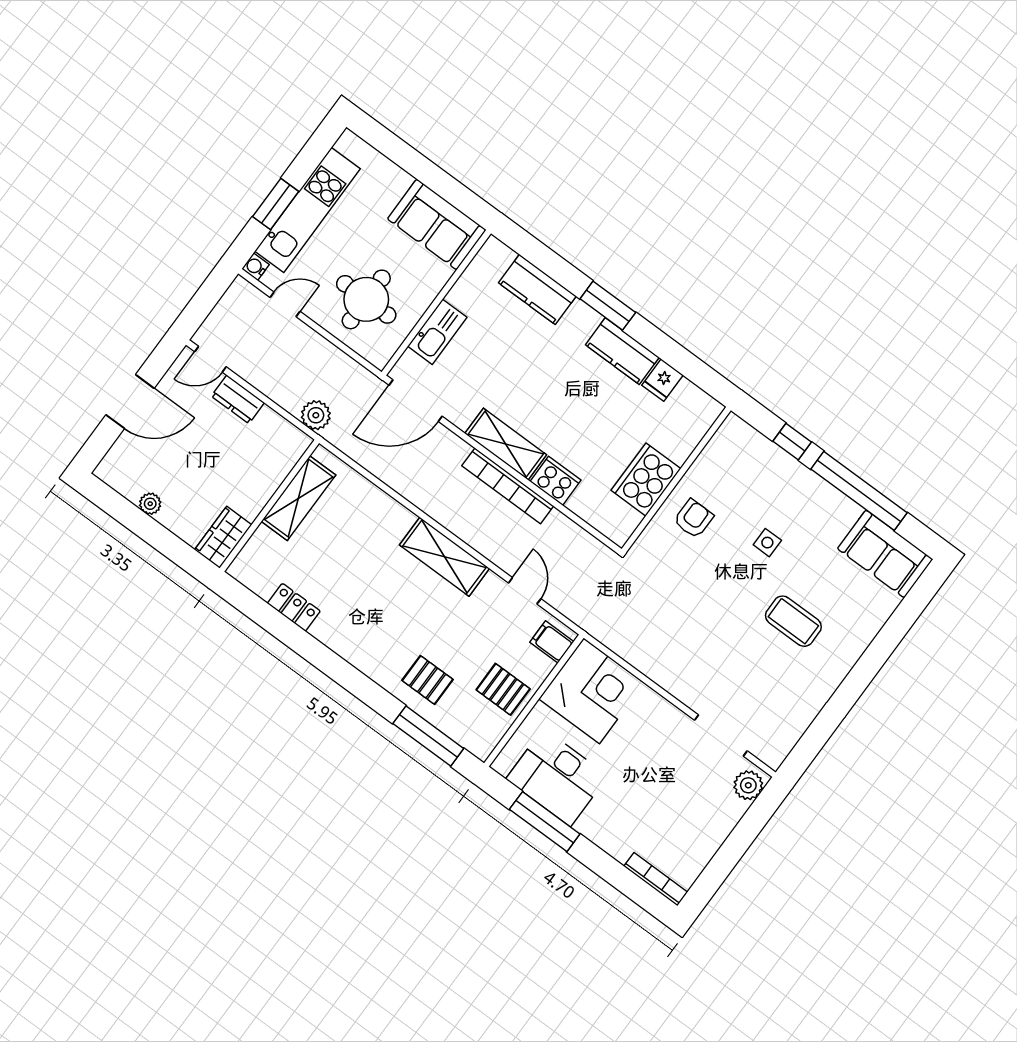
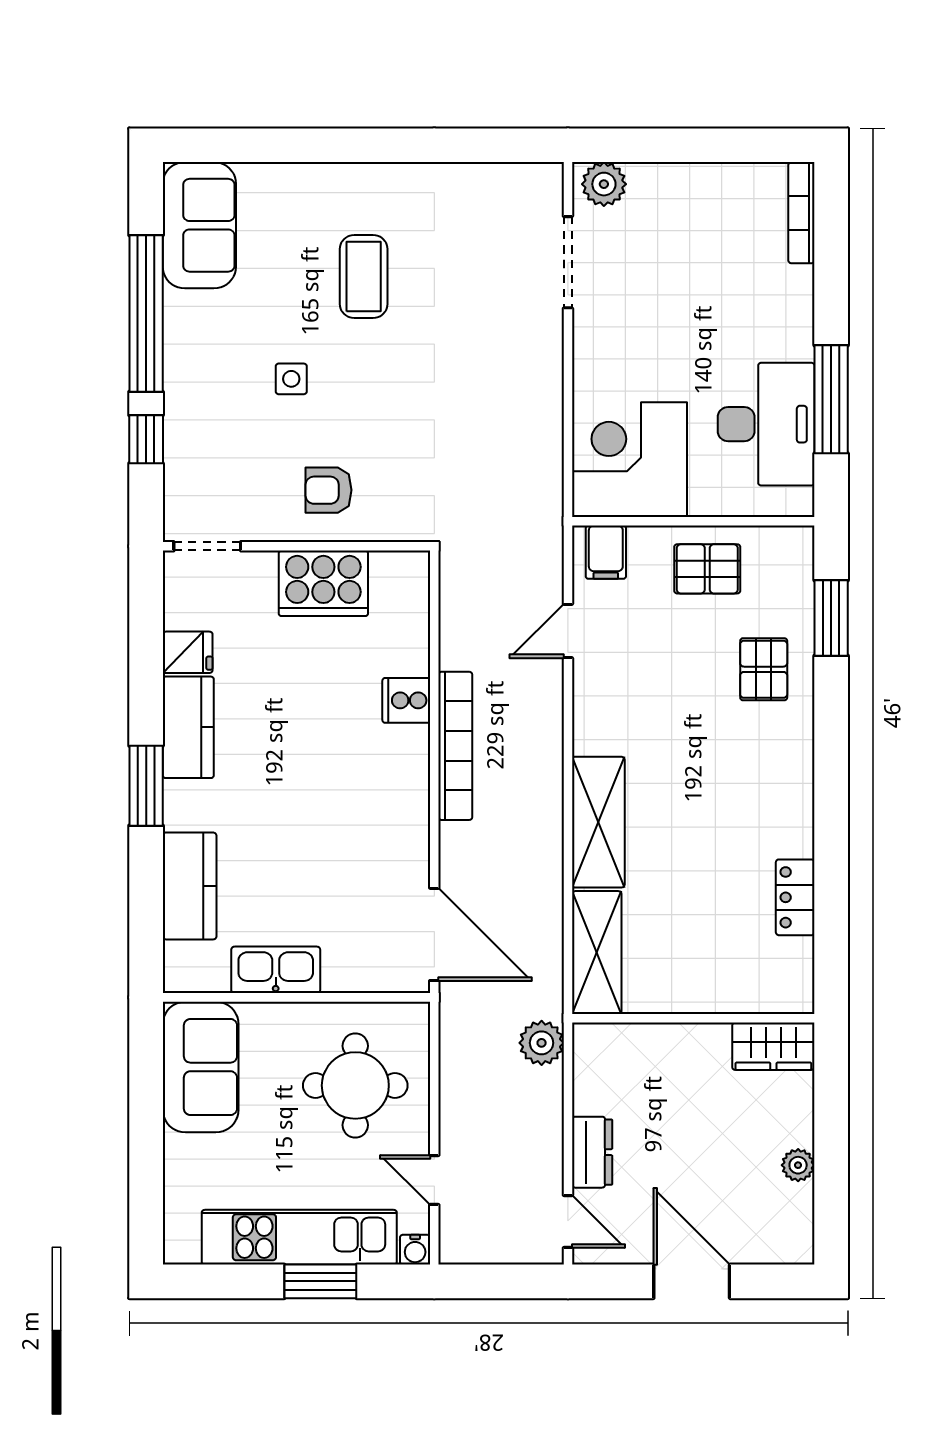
kitchen sink: (437, 332) -> (276, 970), moved
doorway: (711, 432) -> (207, 546), added
shelving: (506, 444) -> (406, 786), removed
cooker: (556, 481) -> (406, 700), width x0.73
shelving: (299, 498) -> (597, 953), moved, turned 90
shelving: (444, 557) -> (598, 822), moved
pallet: (503, 689) -> (707, 569), turned 90
window: (428, 736) -> (831, 618), width x0.69

